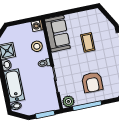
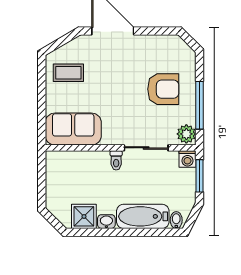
washing machine: (37, 26) -> (187, 159), moved
coffee table: (88, 42) -> (68, 73), moved
stool: (37, 46) -> (87, 167), removed

